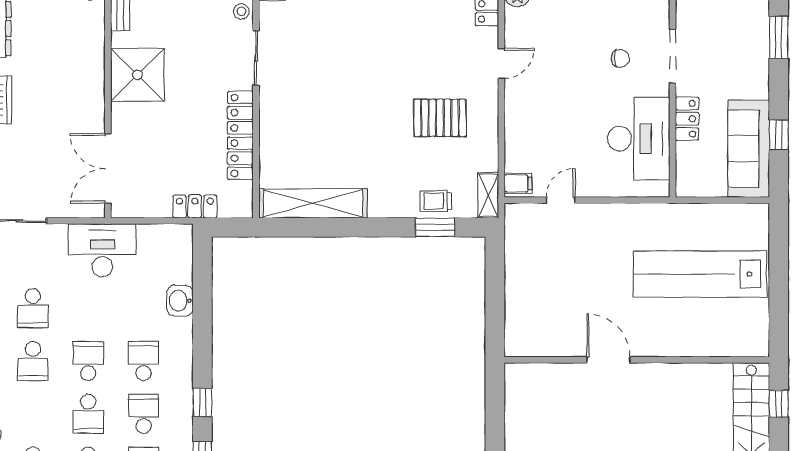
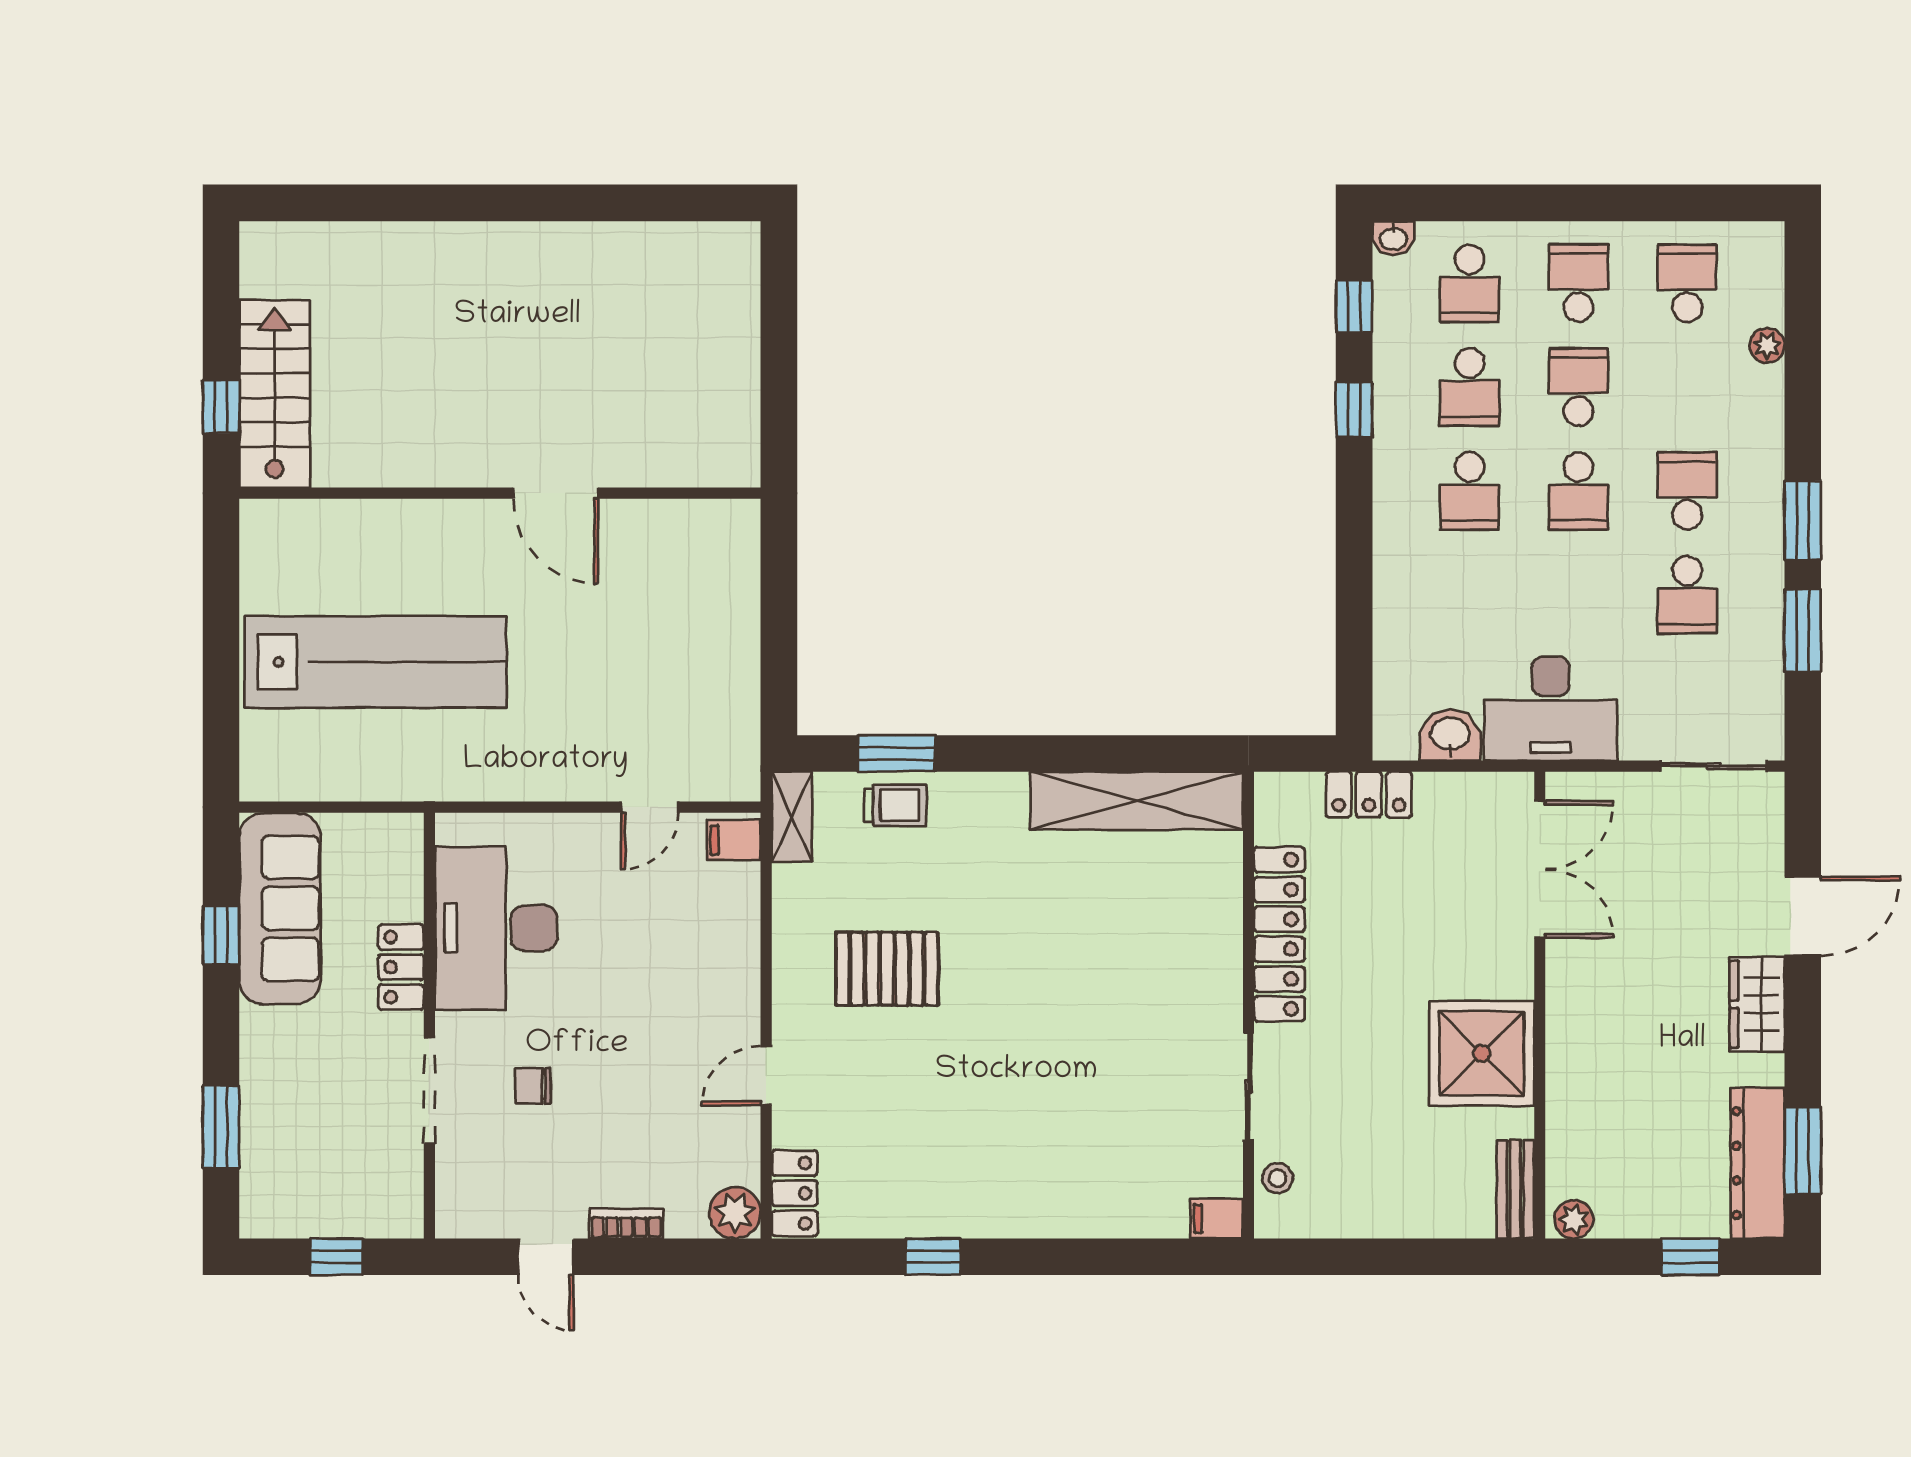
washbasin: (180, 301) -> (1450, 735), moved, turned -90
school desk: (33, 308) -> (1687, 595), turned 180

